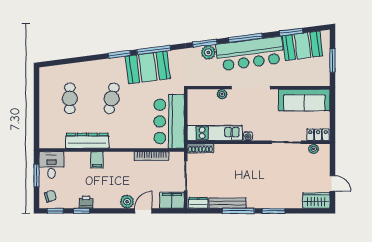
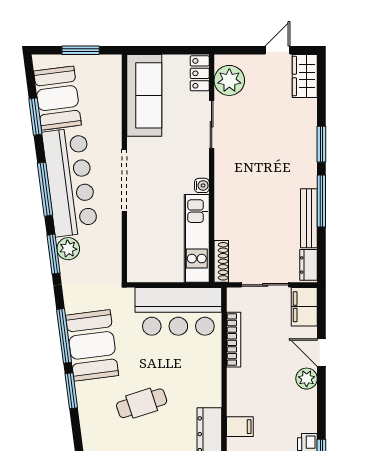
plant: (222, 94) -> (135, 227), removed
cafe table: (112, 98) -> (142, 403), turned -30
plant: (314, 149) -> (229, 80), width x1.88, depth x1.88

